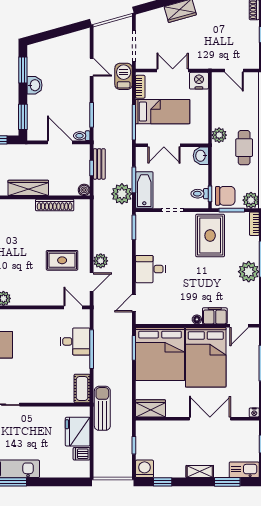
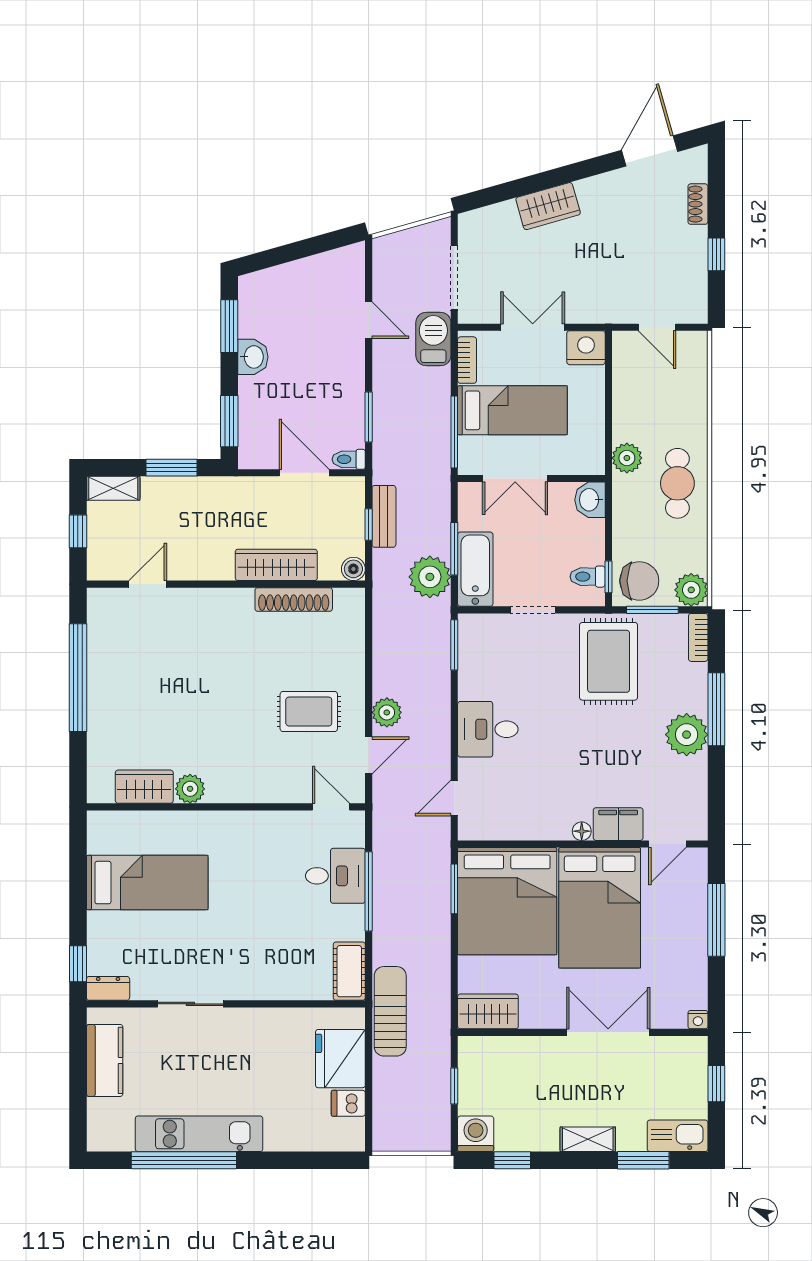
wardrobe: (28, 188) -> (276, 565), moved

